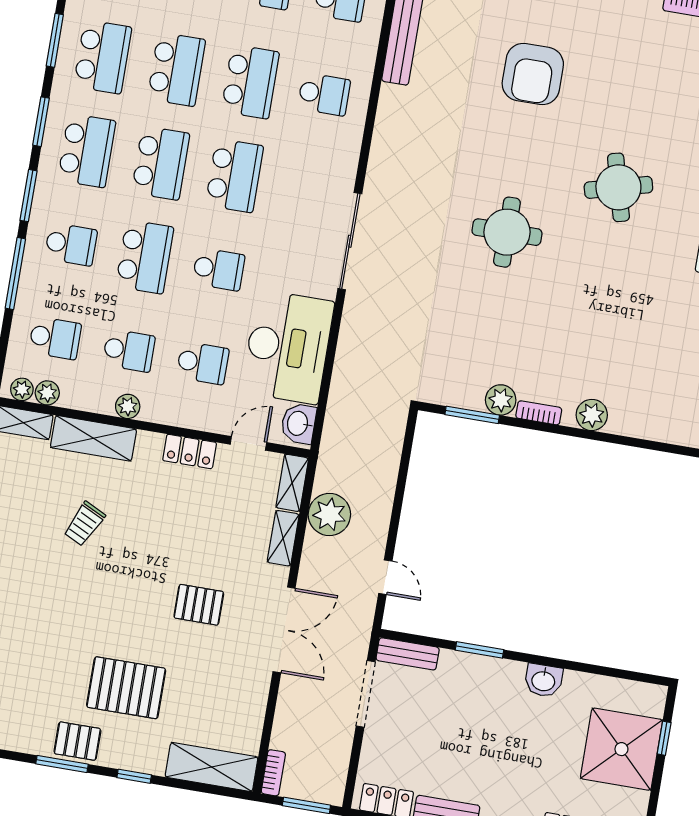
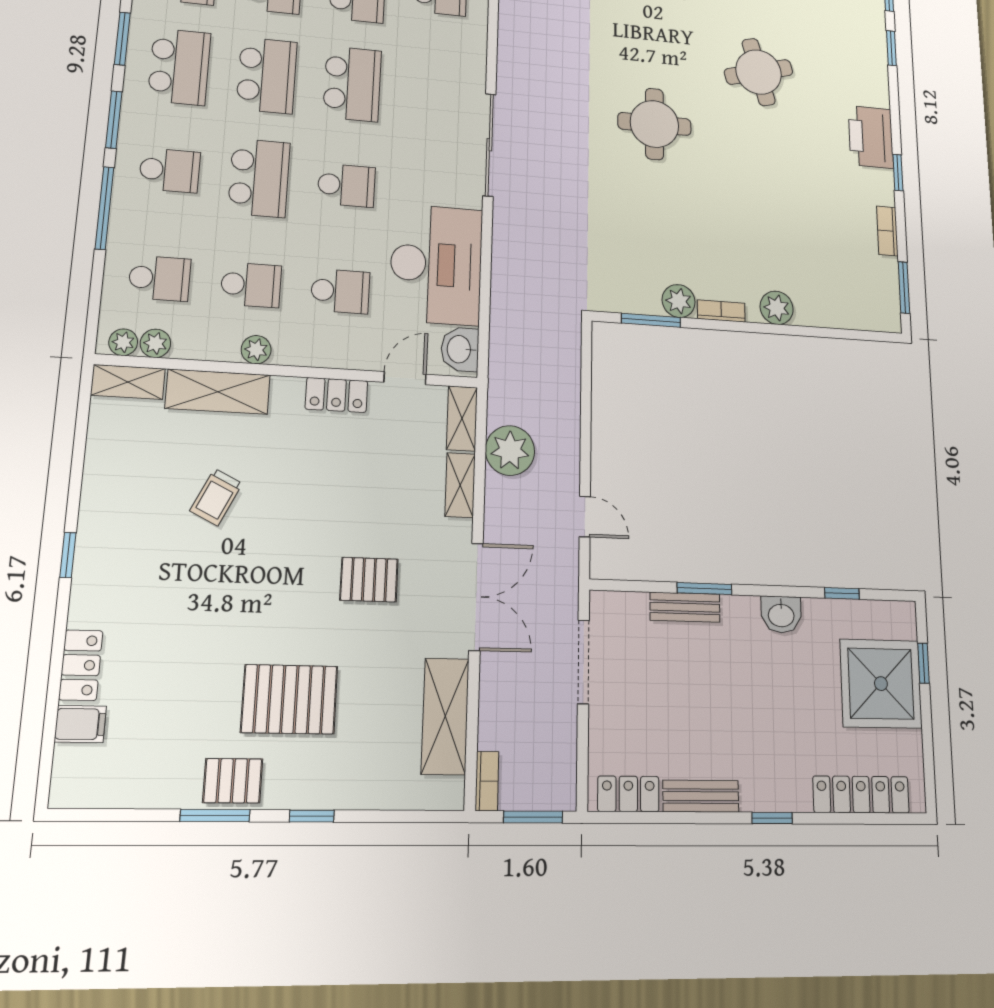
bench: (408, 654) -> (685, 607), moved
window: (602, 671) -> (842, 593), added
shelving: (212, 767) -> (445, 716), moved, turned 90

